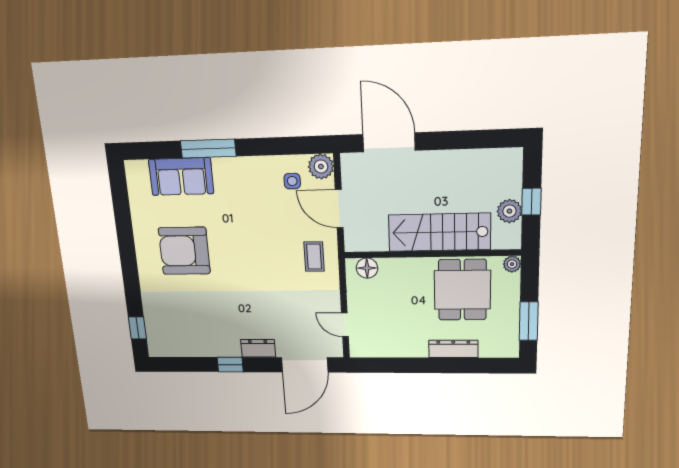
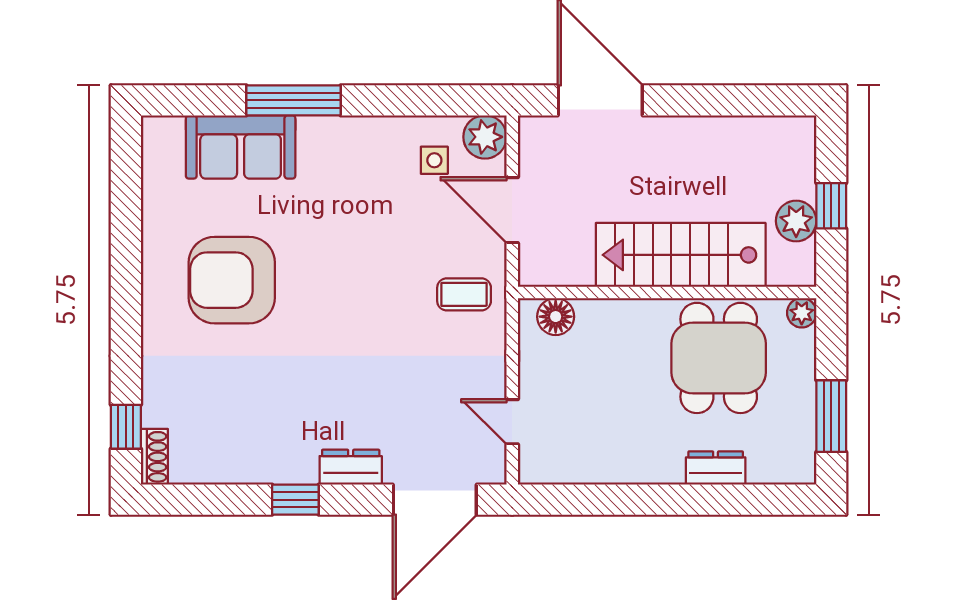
coffee table: (314, 257) -> (464, 294), turned 90
shoe rack: (154, 343) -> (154, 457), added
dresser: (453, 349) -> (716, 468), width x0.70

